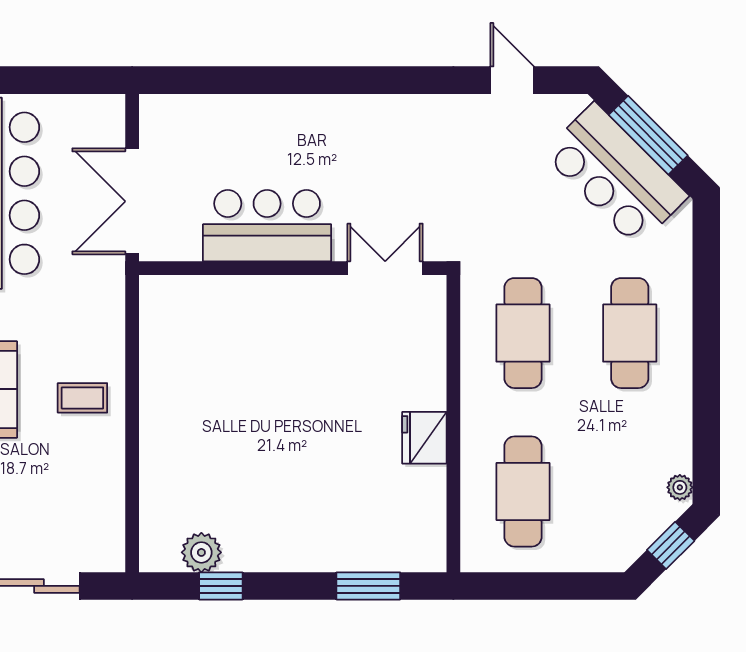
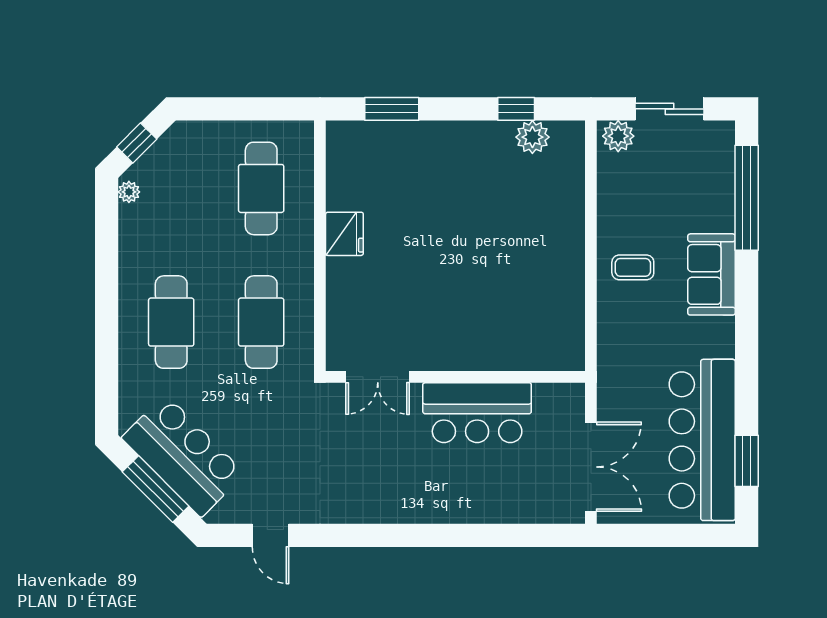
double door: (132, 201) -> (591, 467), moved
plant: (100, 554) -> (618, 136), added

